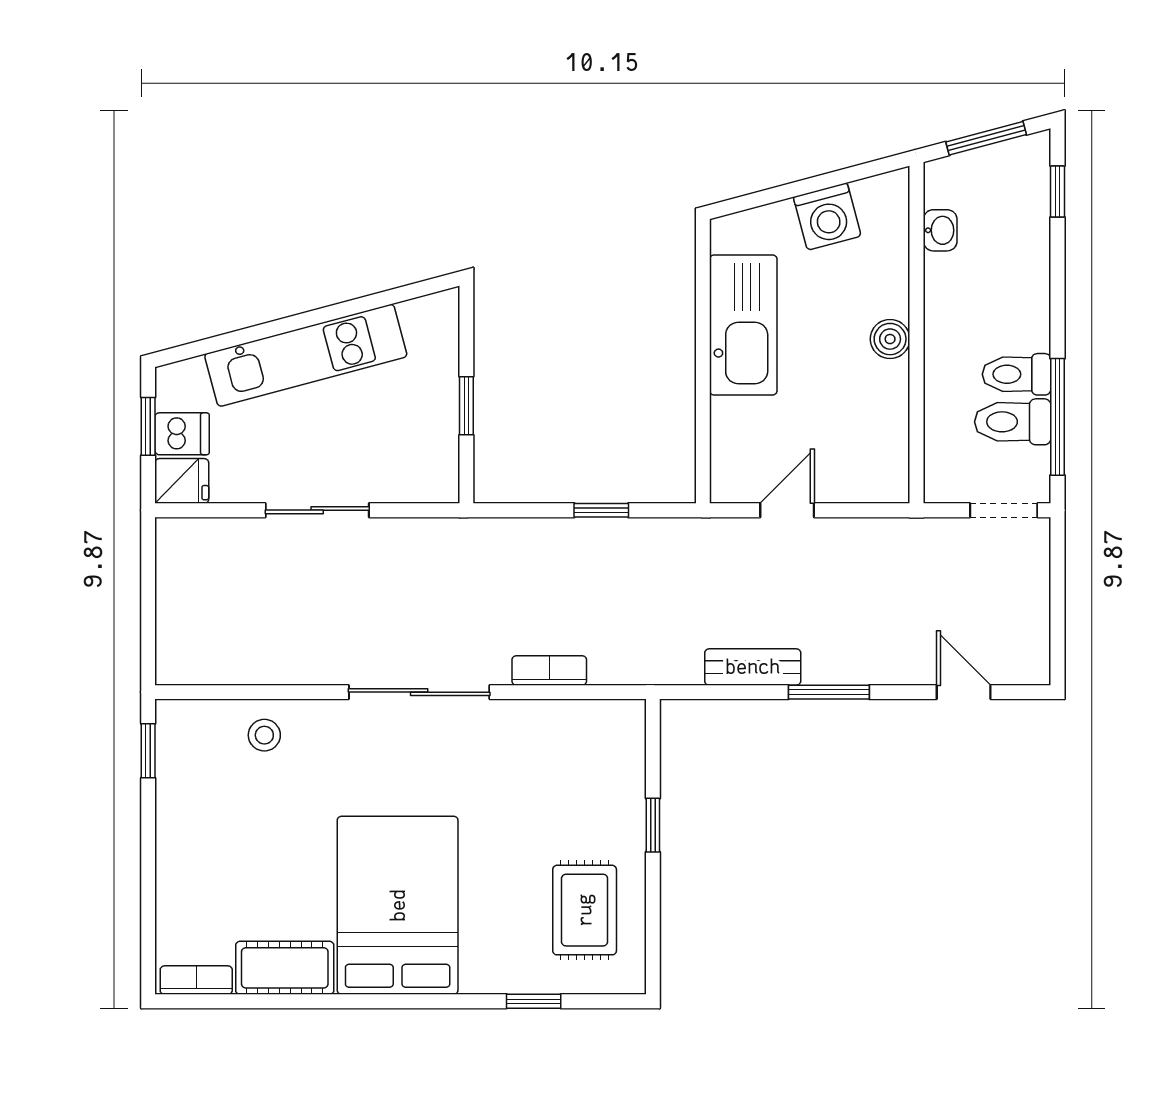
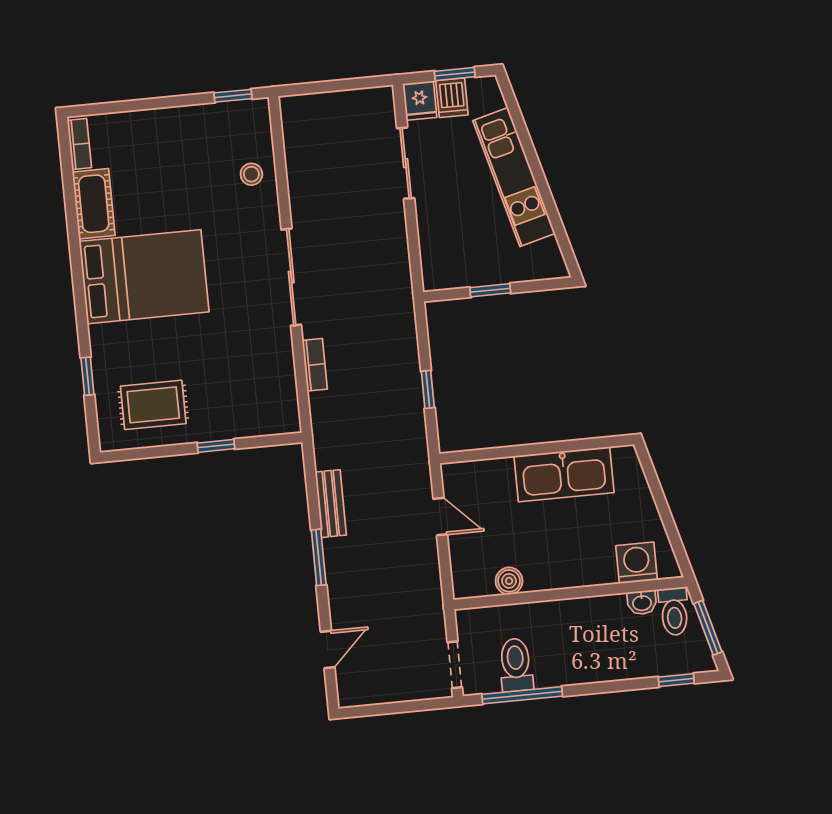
washing machine: (827, 216) -> (637, 563), moved, turned 105
boiler: (890, 339) -> (509, 581), moved
toilet: (1016, 374) -> (674, 611), moved, turned 180
sliding door: (317, 510) -> (406, 163), moved

